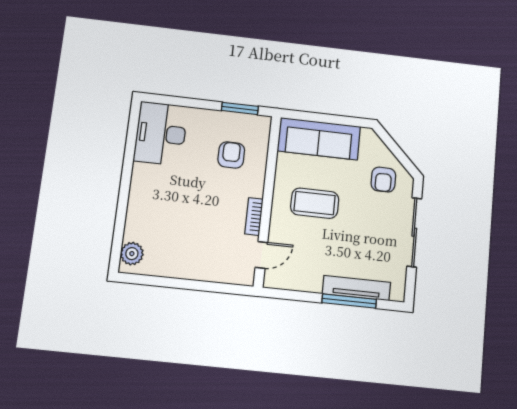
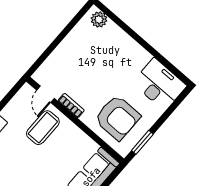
armchair: (231, 155) -> (117, 117), width x1.88, depth x1.88
coffee table: (315, 203) -> (43, 128), moved

